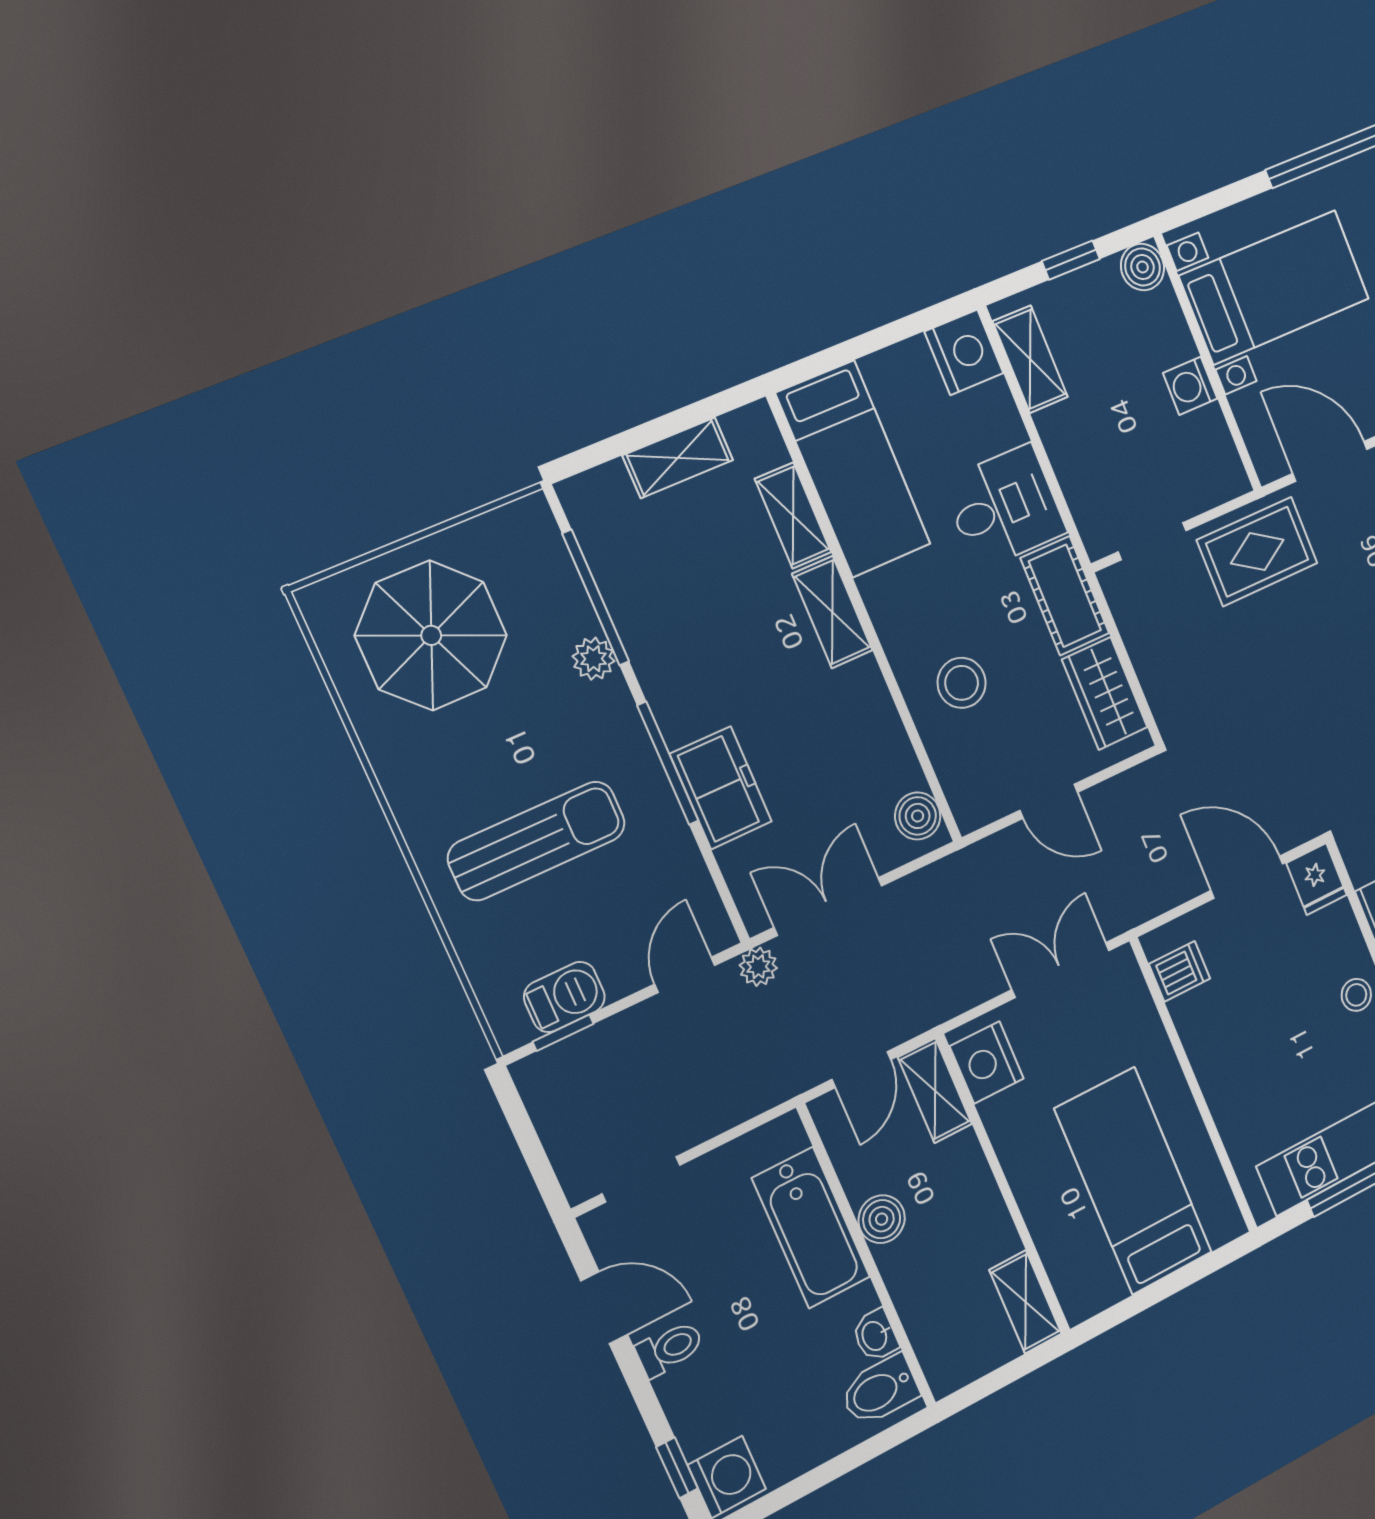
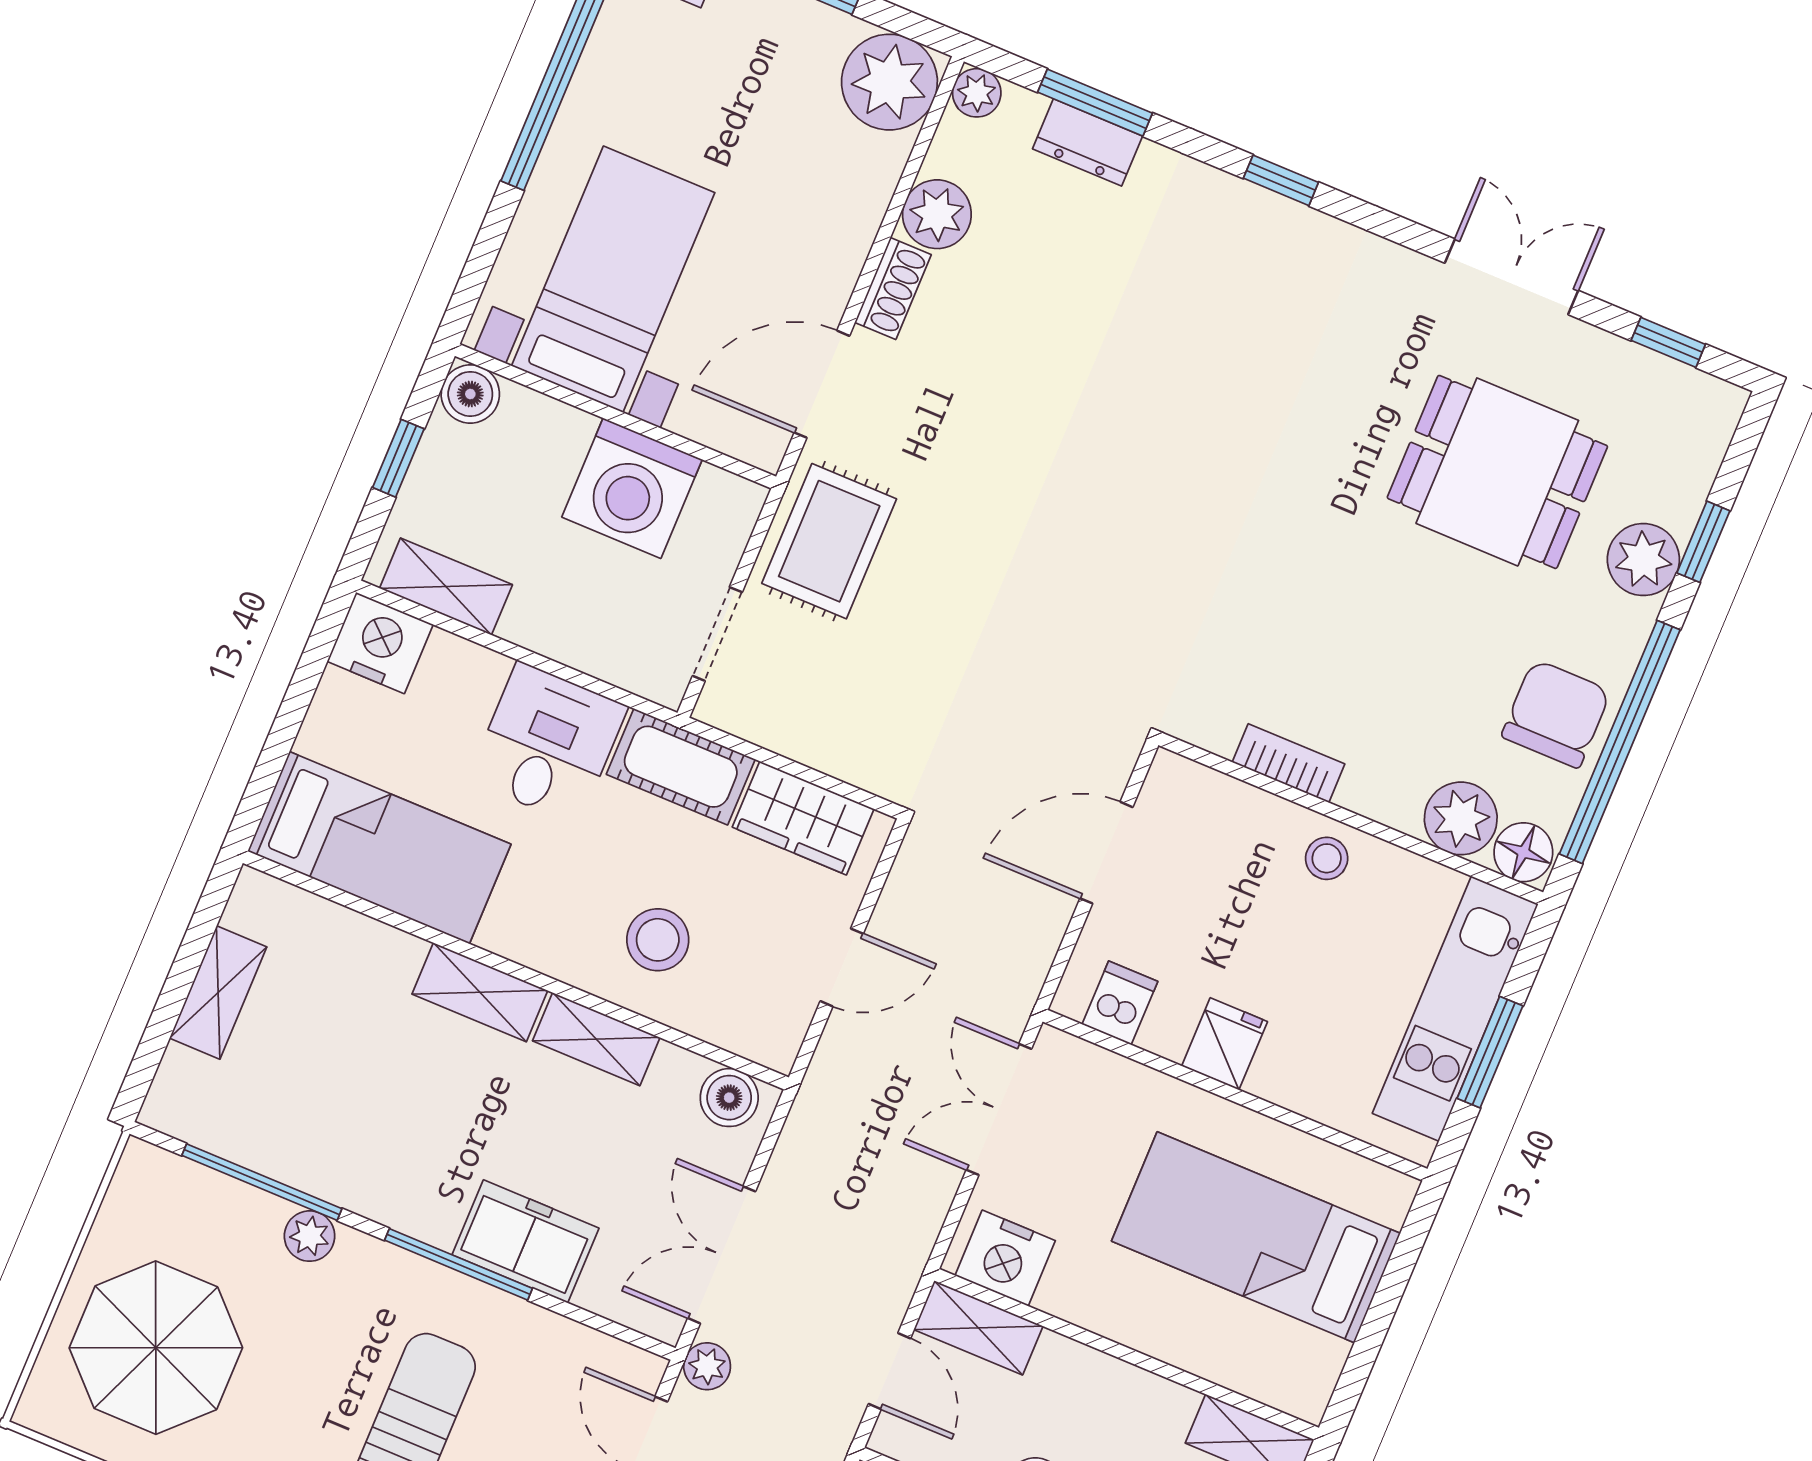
washing machine: (1190, 386) -> (632, 488), width x1.89, depth x1.89
shelving: (793, 516) -> (596, 1039), moved
fridge: (1317, 879) -> (1225, 1044), moved, turned -90

